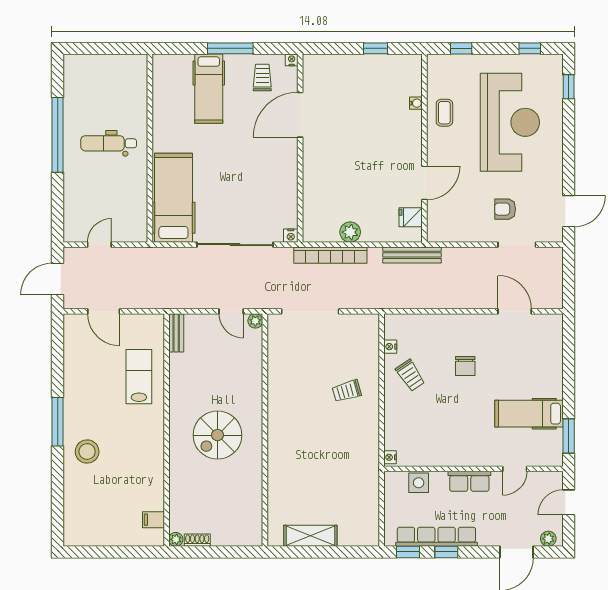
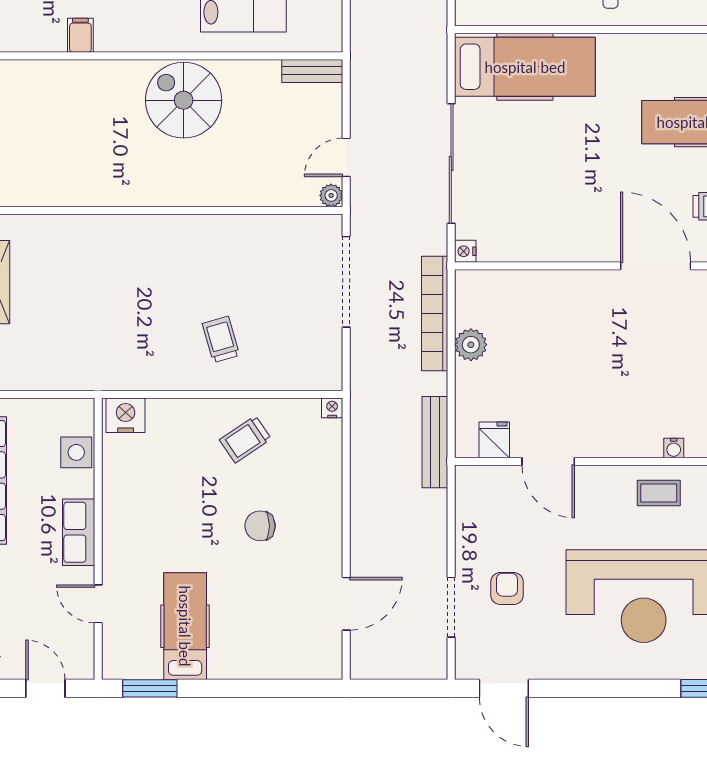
nightstand: (390, 347) -> (332, 408), moved
spiral stairs: (218, 435) -> (184, 100), moved
nightstand: (390, 457) -> (126, 415), width x1.89, depth x1.79
filing cabinet: (154, 520) -> (80, 35), moved

